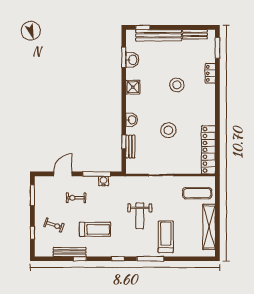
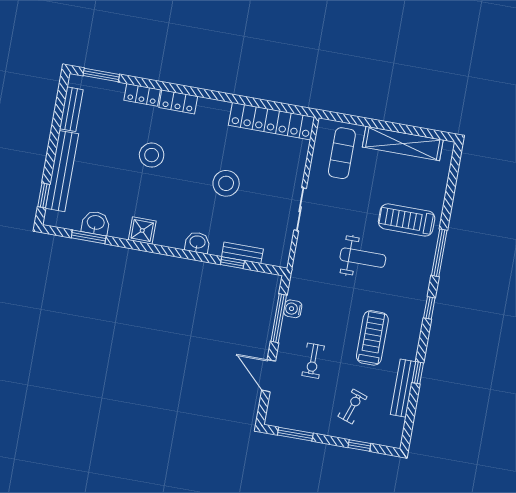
locker: (210, 95) -> (178, 102), added

